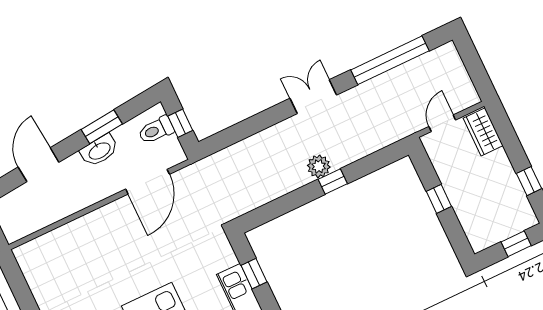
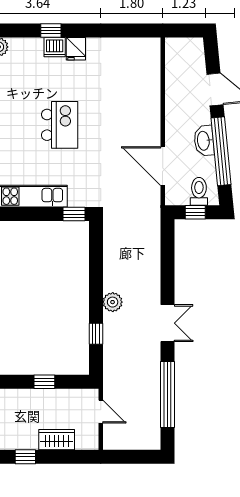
window: (102, 127) -> (221, 151), width x2.11
wardrobe: (483, 132) -> (57, 440), moved
window: (333, 182) -> (96, 334), moved
window: (254, 274) -> (74, 214), moved

